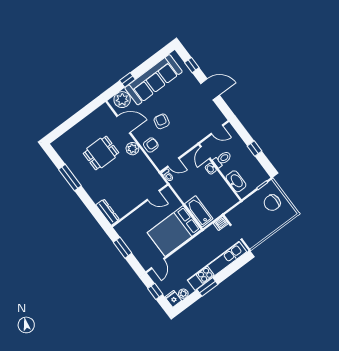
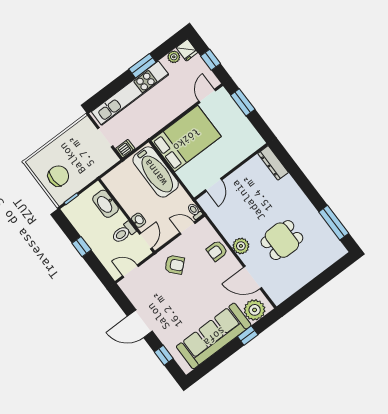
armchair: (162, 121) -> (174, 265), moved, turned -55
window: (70, 178) -> (334, 223), moved
door: (153, 195) -> (214, 185), swing flipped
bathtub: (199, 211) -> (156, 172), width x1.36, depth x1.36
window: (122, 248) -> (243, 102), moved

